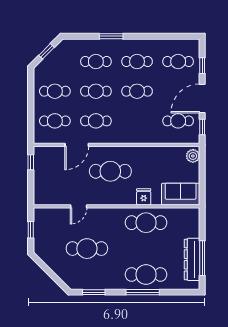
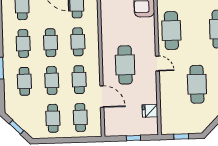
cafe table: (137, 121) -> (78, 42), added
window: (31, 162) -> (133, 138), moved
fridge: (144, 197) -> (150, 111), moved
door: (79, 206) -> (157, 64), moved

